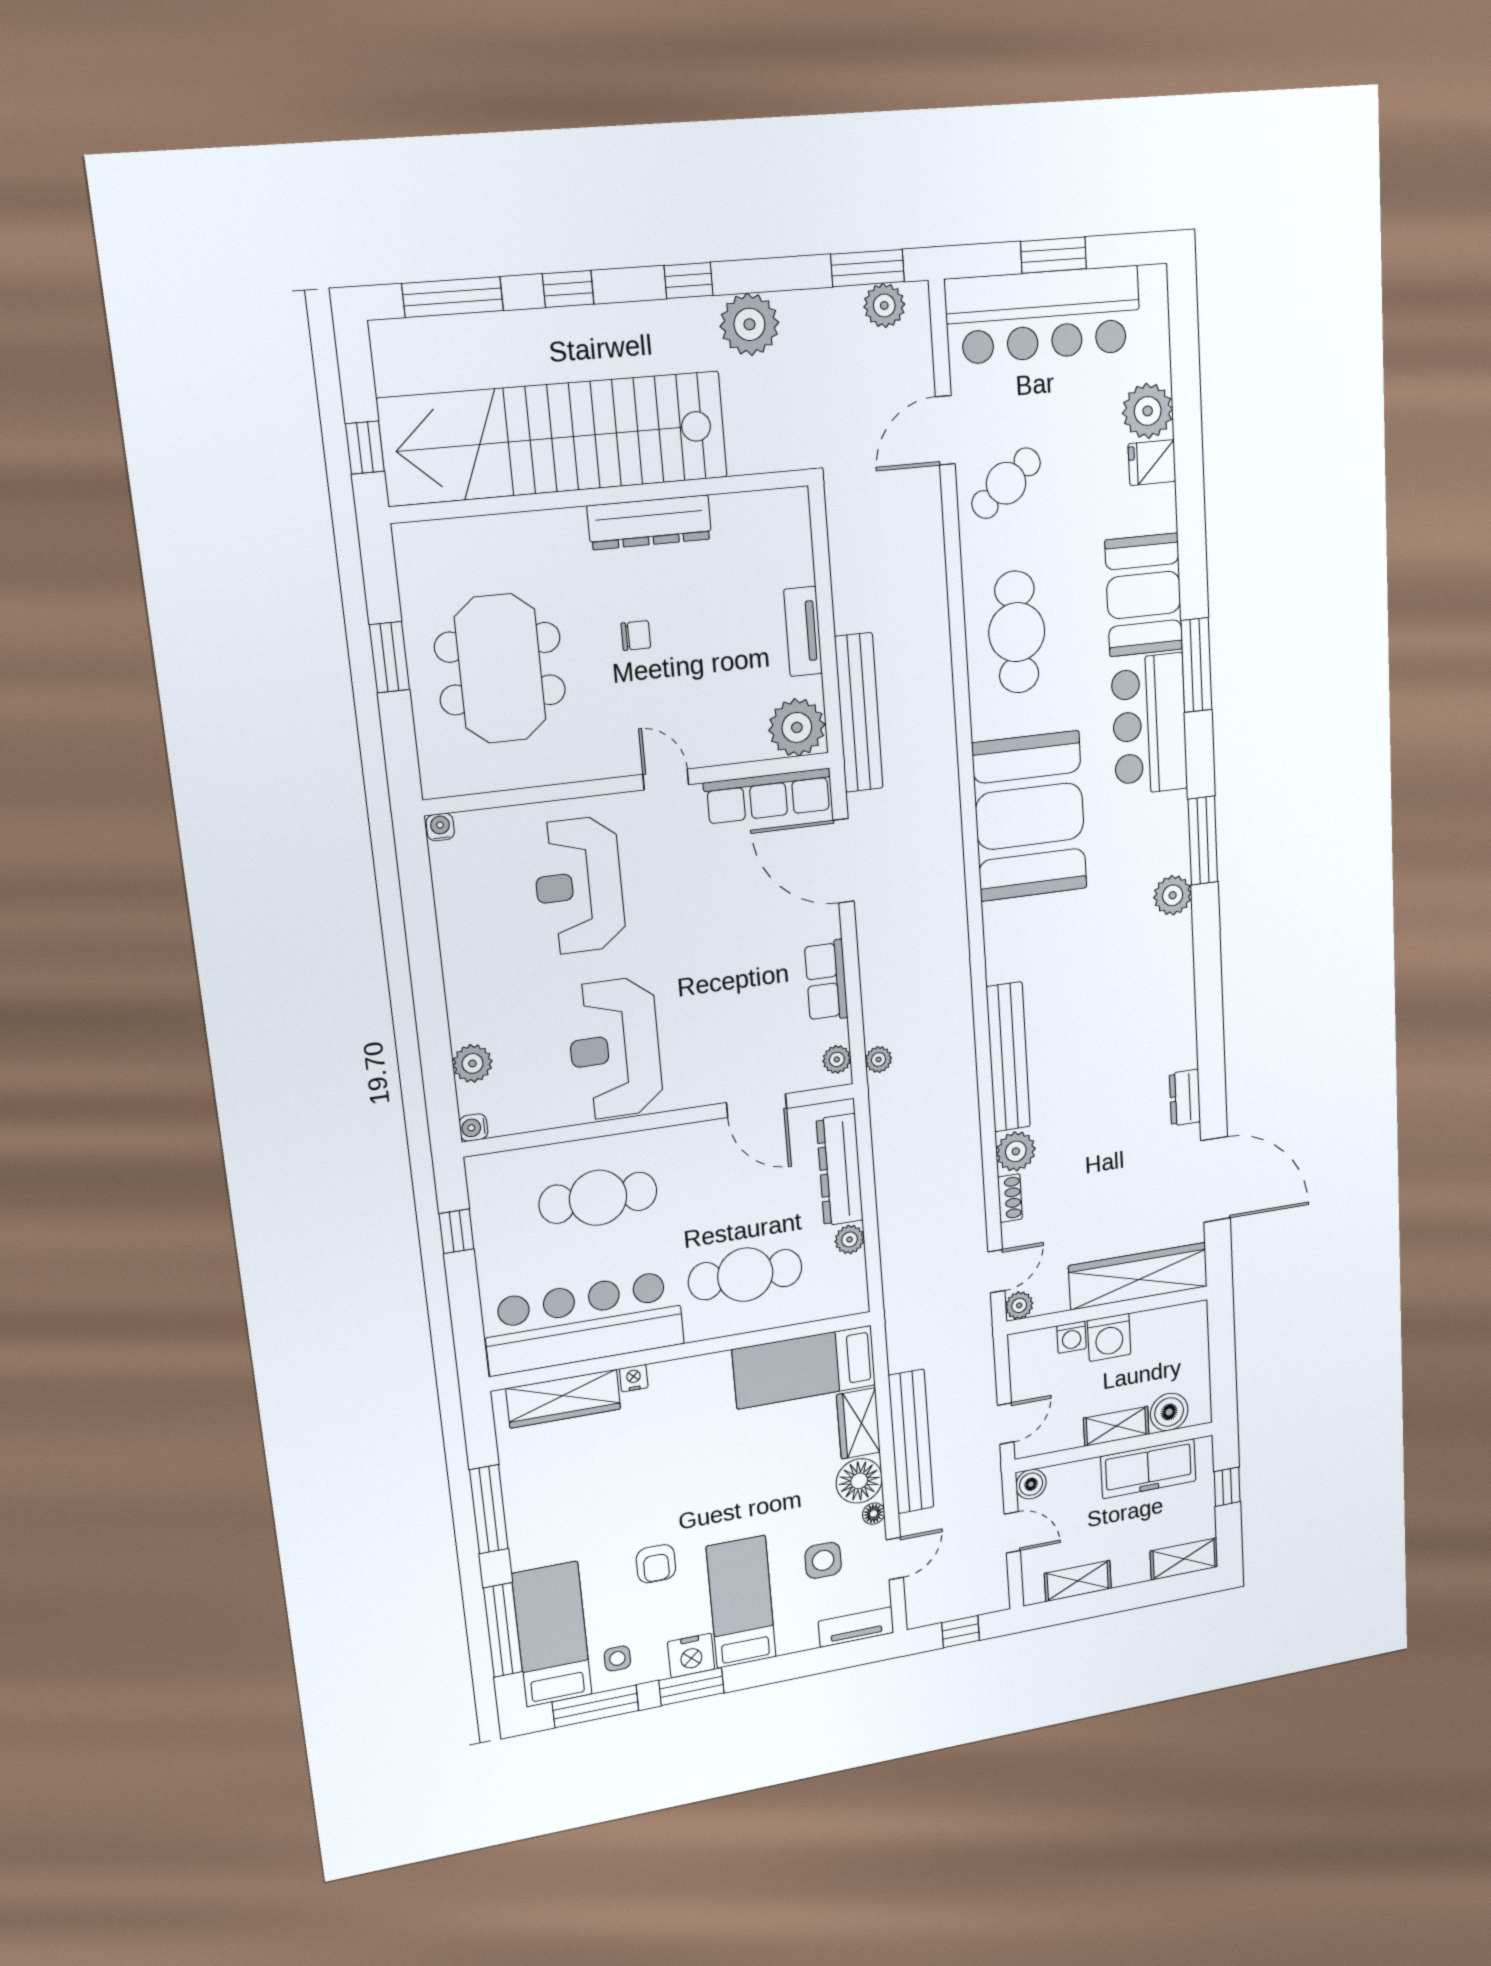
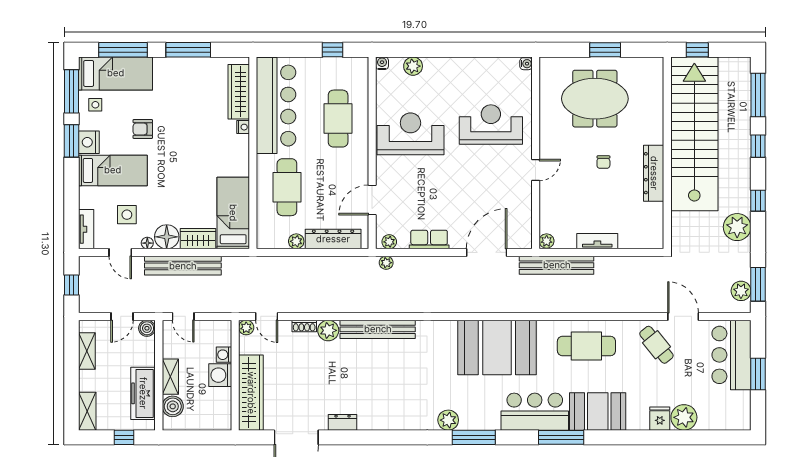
bar counter: (1043, 315) -> (731, 355), width x0.73
plant: (797, 727) -> (547, 241), width x0.53, depth x0.53
row of seats: (768, 796) -> (522, 218), removed

